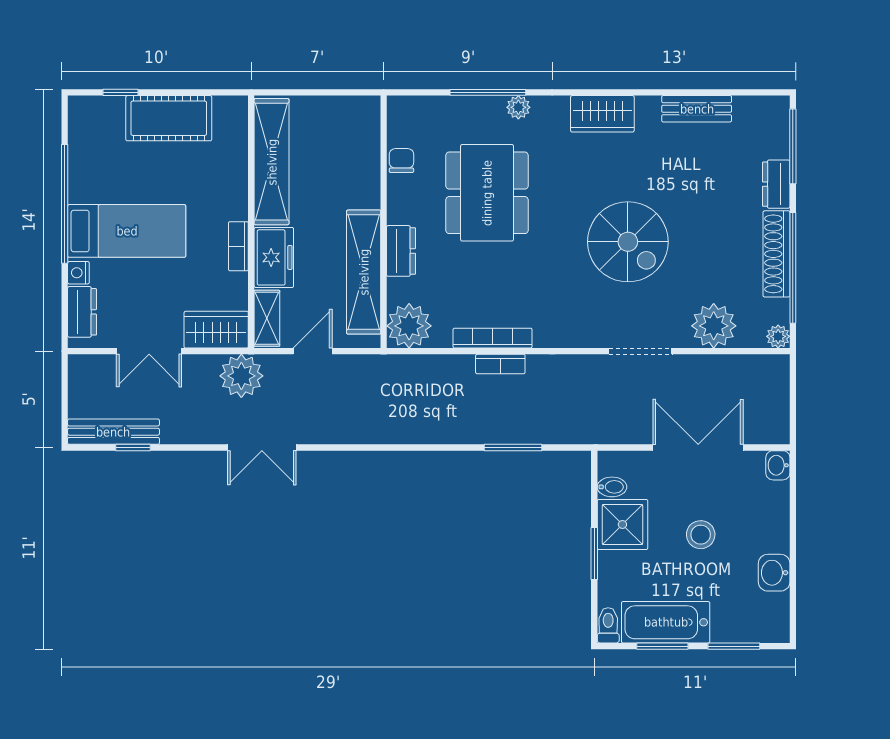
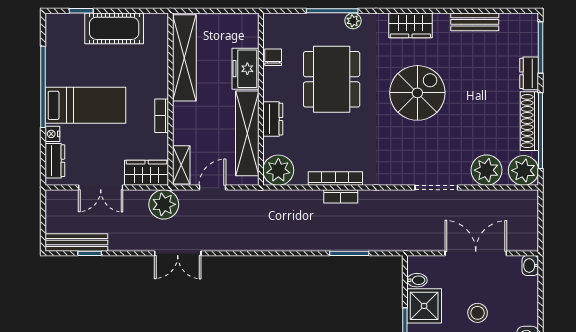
spiral stairs: (628, 242) -> (417, 93), moved, turned -90
freezer: (274, 257) -> (245, 69), moved, turned 180
plant: (778, 336) -> (523, 170), width x1.88, depth x1.88

